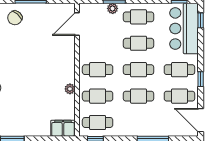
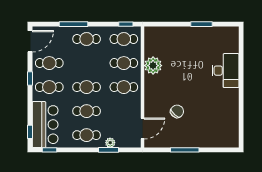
chair: (15, 18) -> (177, 111), moved
plant: (70, 89) -> (153, 66), width x1.87, depth x1.87
cafe table: (139, 96) -> (87, 39), moved
door: (201, 120) -> (30, 41), hinge flipped
filing cabinet: (63, 128) -> (155, 34), removed

